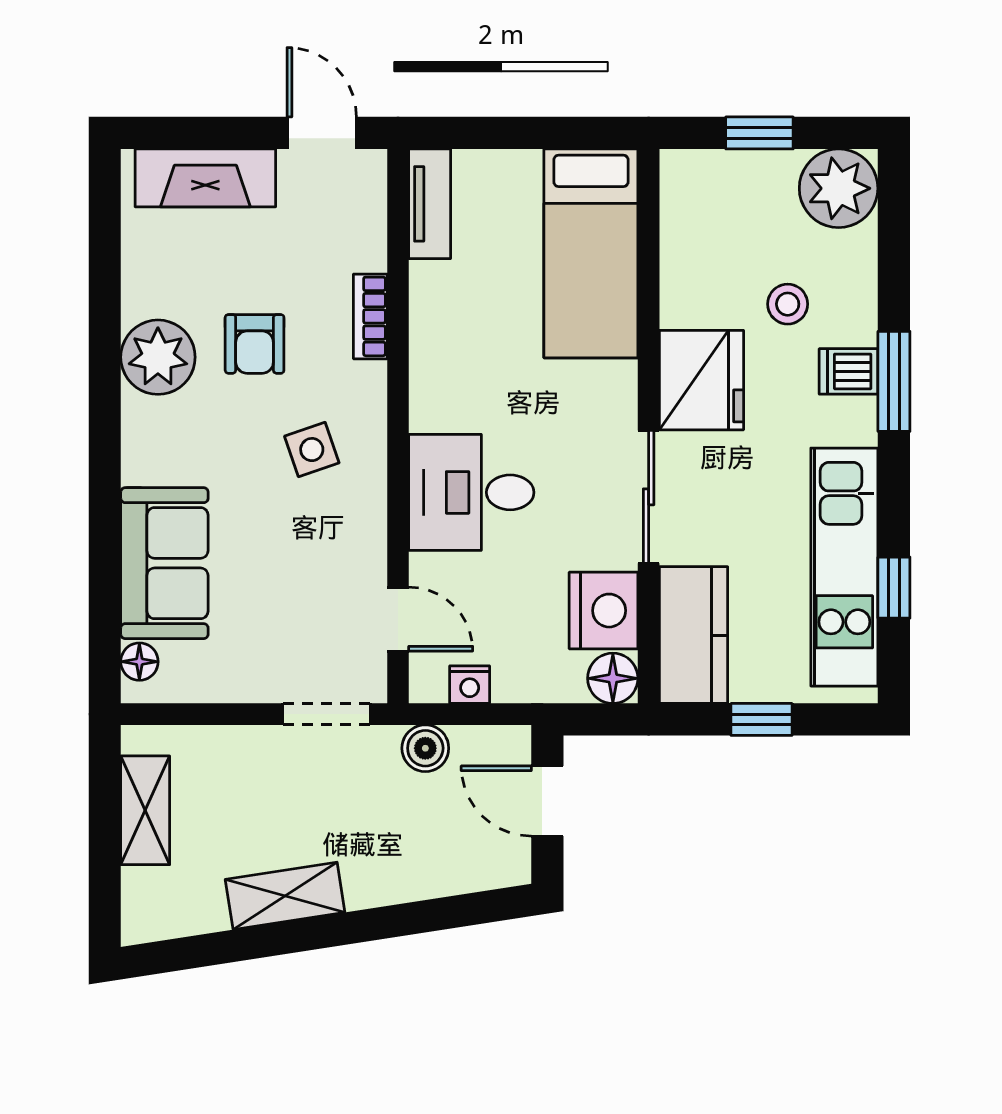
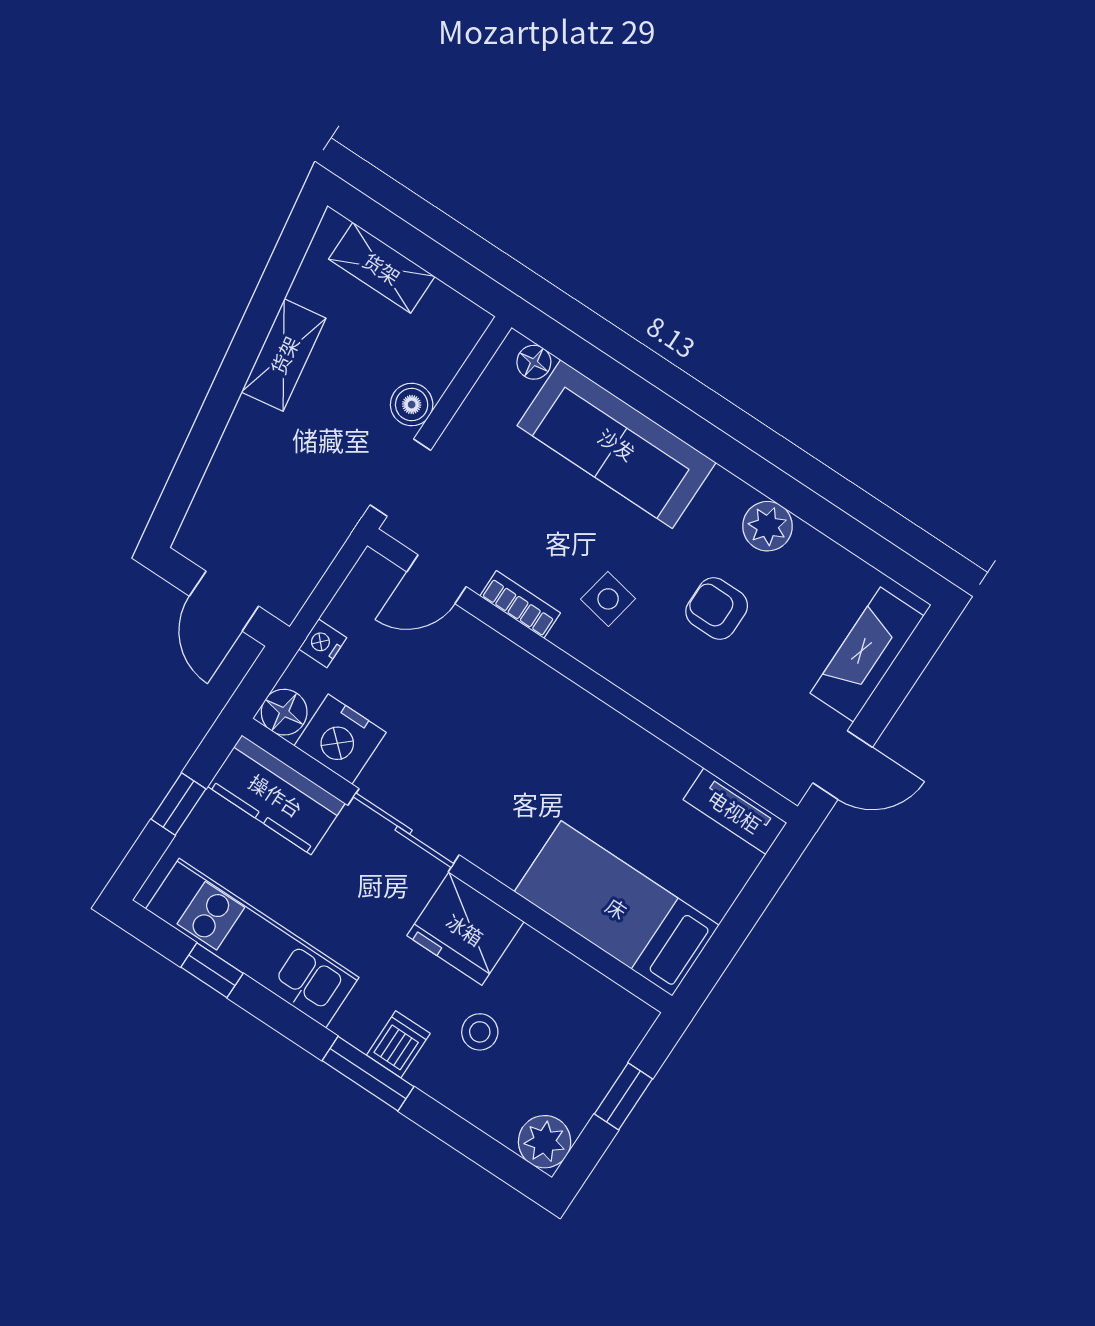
plant: (839, 188) -> (545, 1142), width x0.73, depth x0.73
bookcase: (370, 316) -> (520, 604), moved
plant: (158, 357) -> (767, 526), width x0.73, depth x0.73
side table: (312, 450) -> (608, 599), turned 30
desk: (471, 492) -> (496, 698), removed
sofa: (164, 563) -> (617, 444), width x1.36
nightstand: (470, 685) -> (323, 643), moved
boiler: (425, 748) -> (412, 405), moved
door: (547, 801) -> (224, 601), swing flipped
shelving: (145, 810) -> (382, 268), moved

